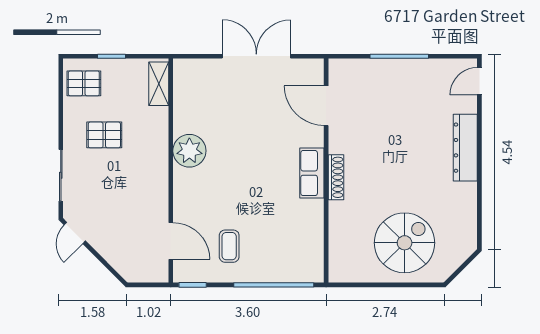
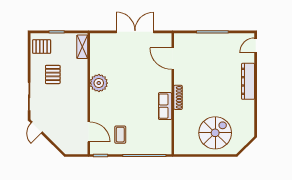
pallet: (104, 135) -> (53, 74), turned 90
row of seats: (312, 173) -> (165, 106), moved

